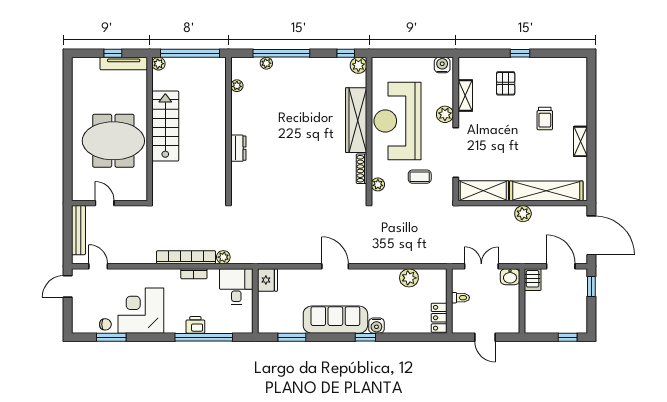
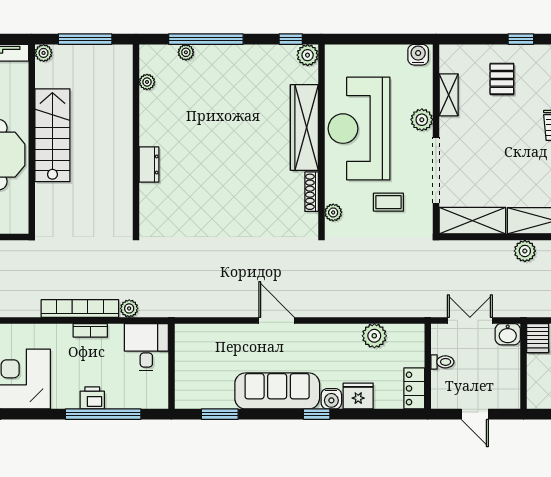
window: (190, 53) -> (85, 39), width x0.68
fridge: (267, 280) -> (358, 396), moved, turned -90

